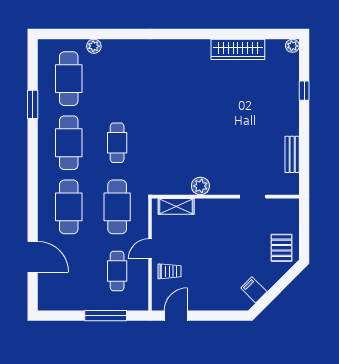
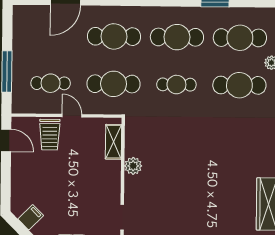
cafe table: (117, 79) -> (239, 85), added
trolley: (170, 271) -> (50, 135), width x1.36, depth x1.39

